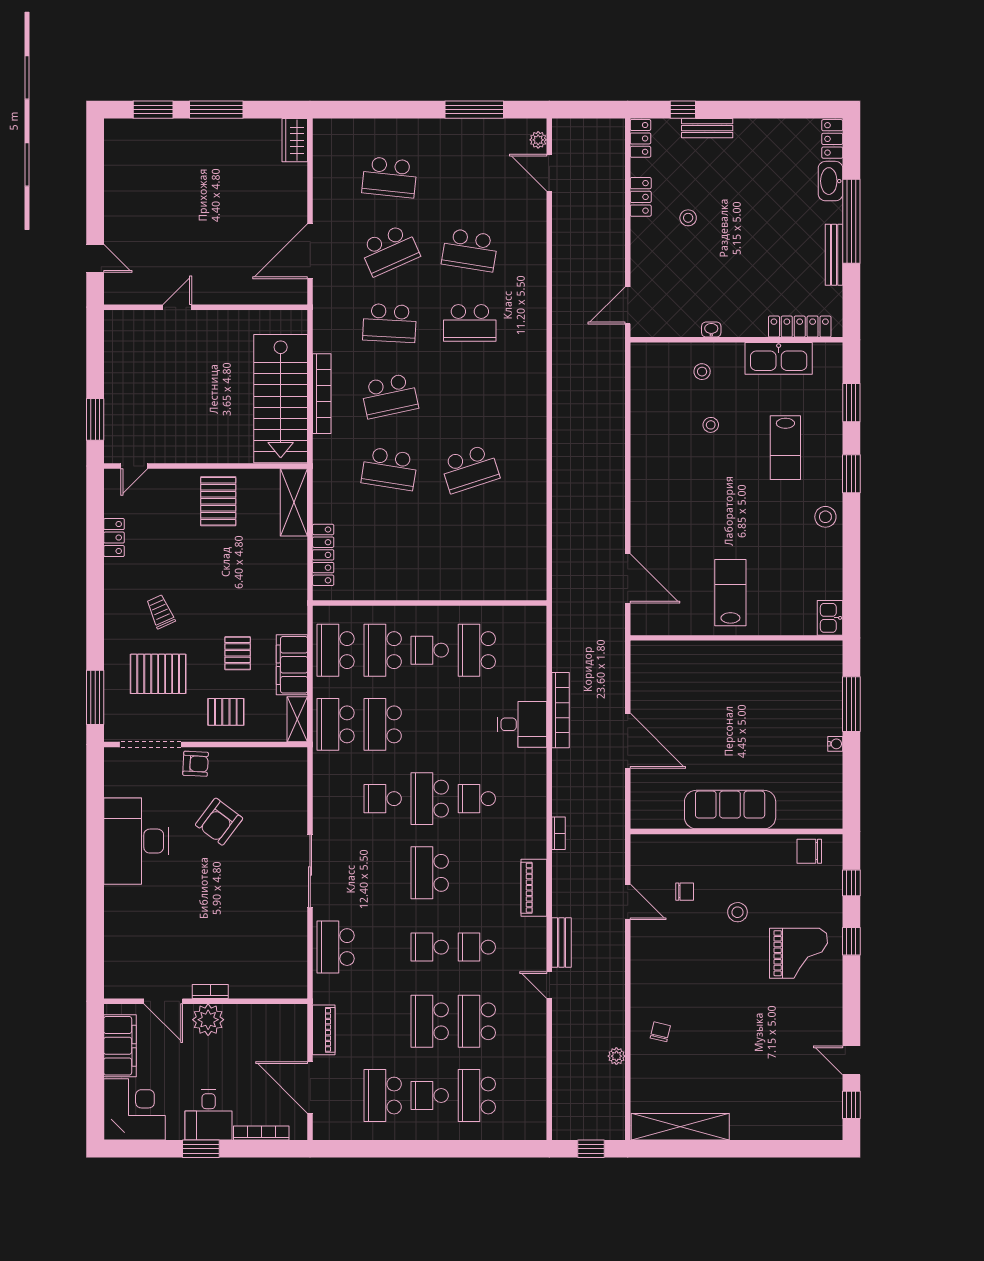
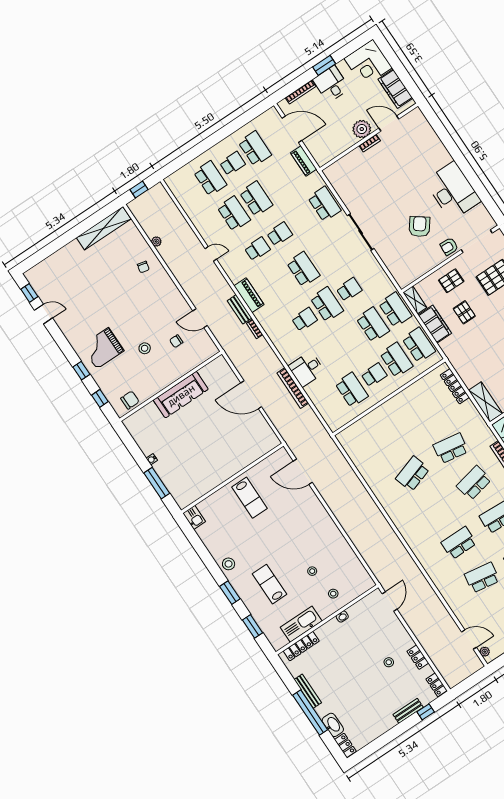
bench: (561, 943) -> (240, 309), moved

